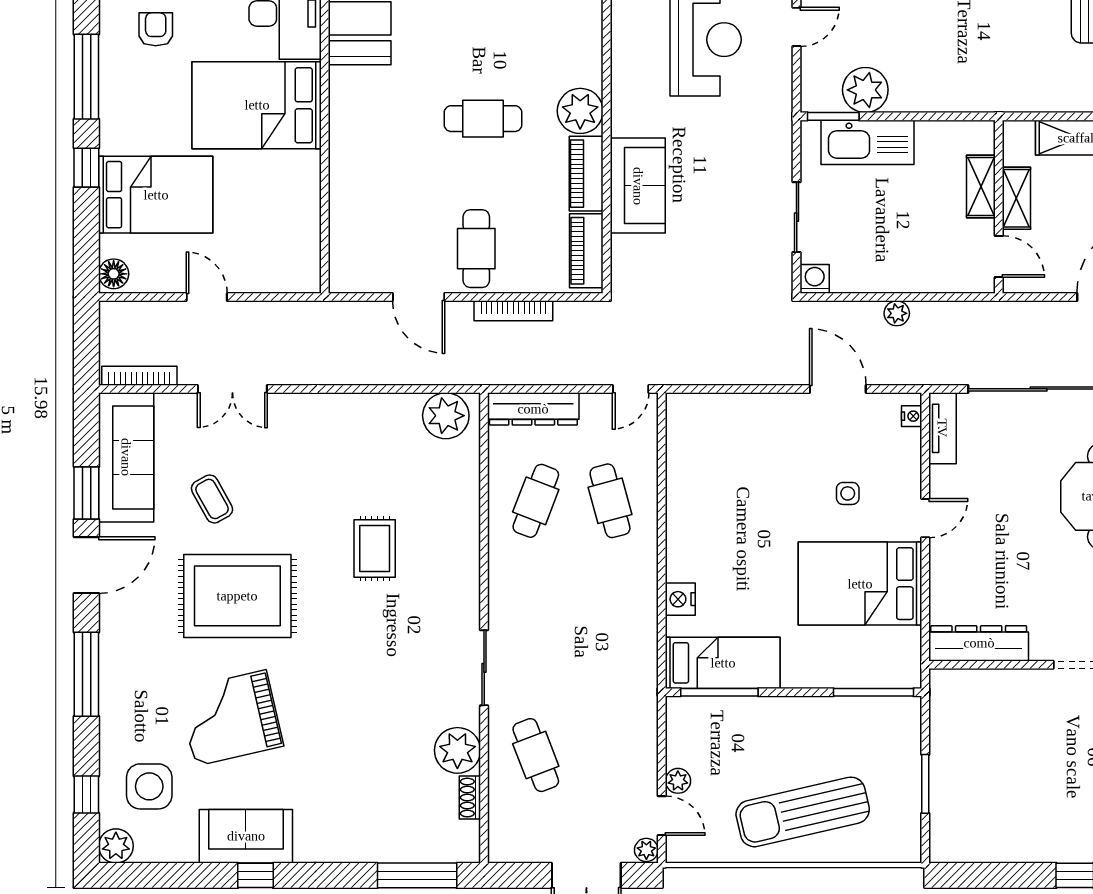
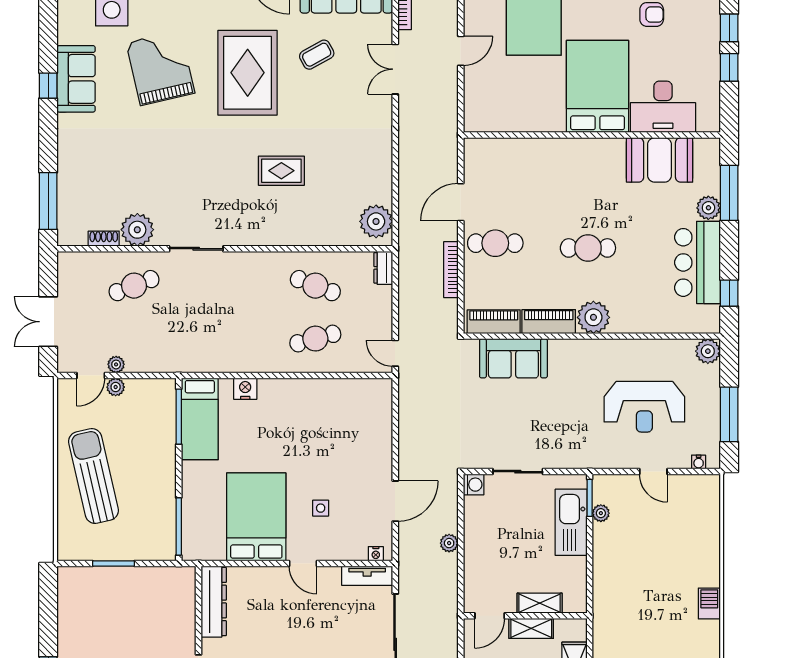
plant: (865, 90) -> (601, 513), width x0.53, depth x0.53
cafe table: (483, 119) -> (588, 248), turned 90
sofa: (638, 186) -> (513, 358), moved
dresser: (533, 409) -> (383, 268), width x0.51, depth x0.80
plant: (646, 850) -> (116, 364), moved

